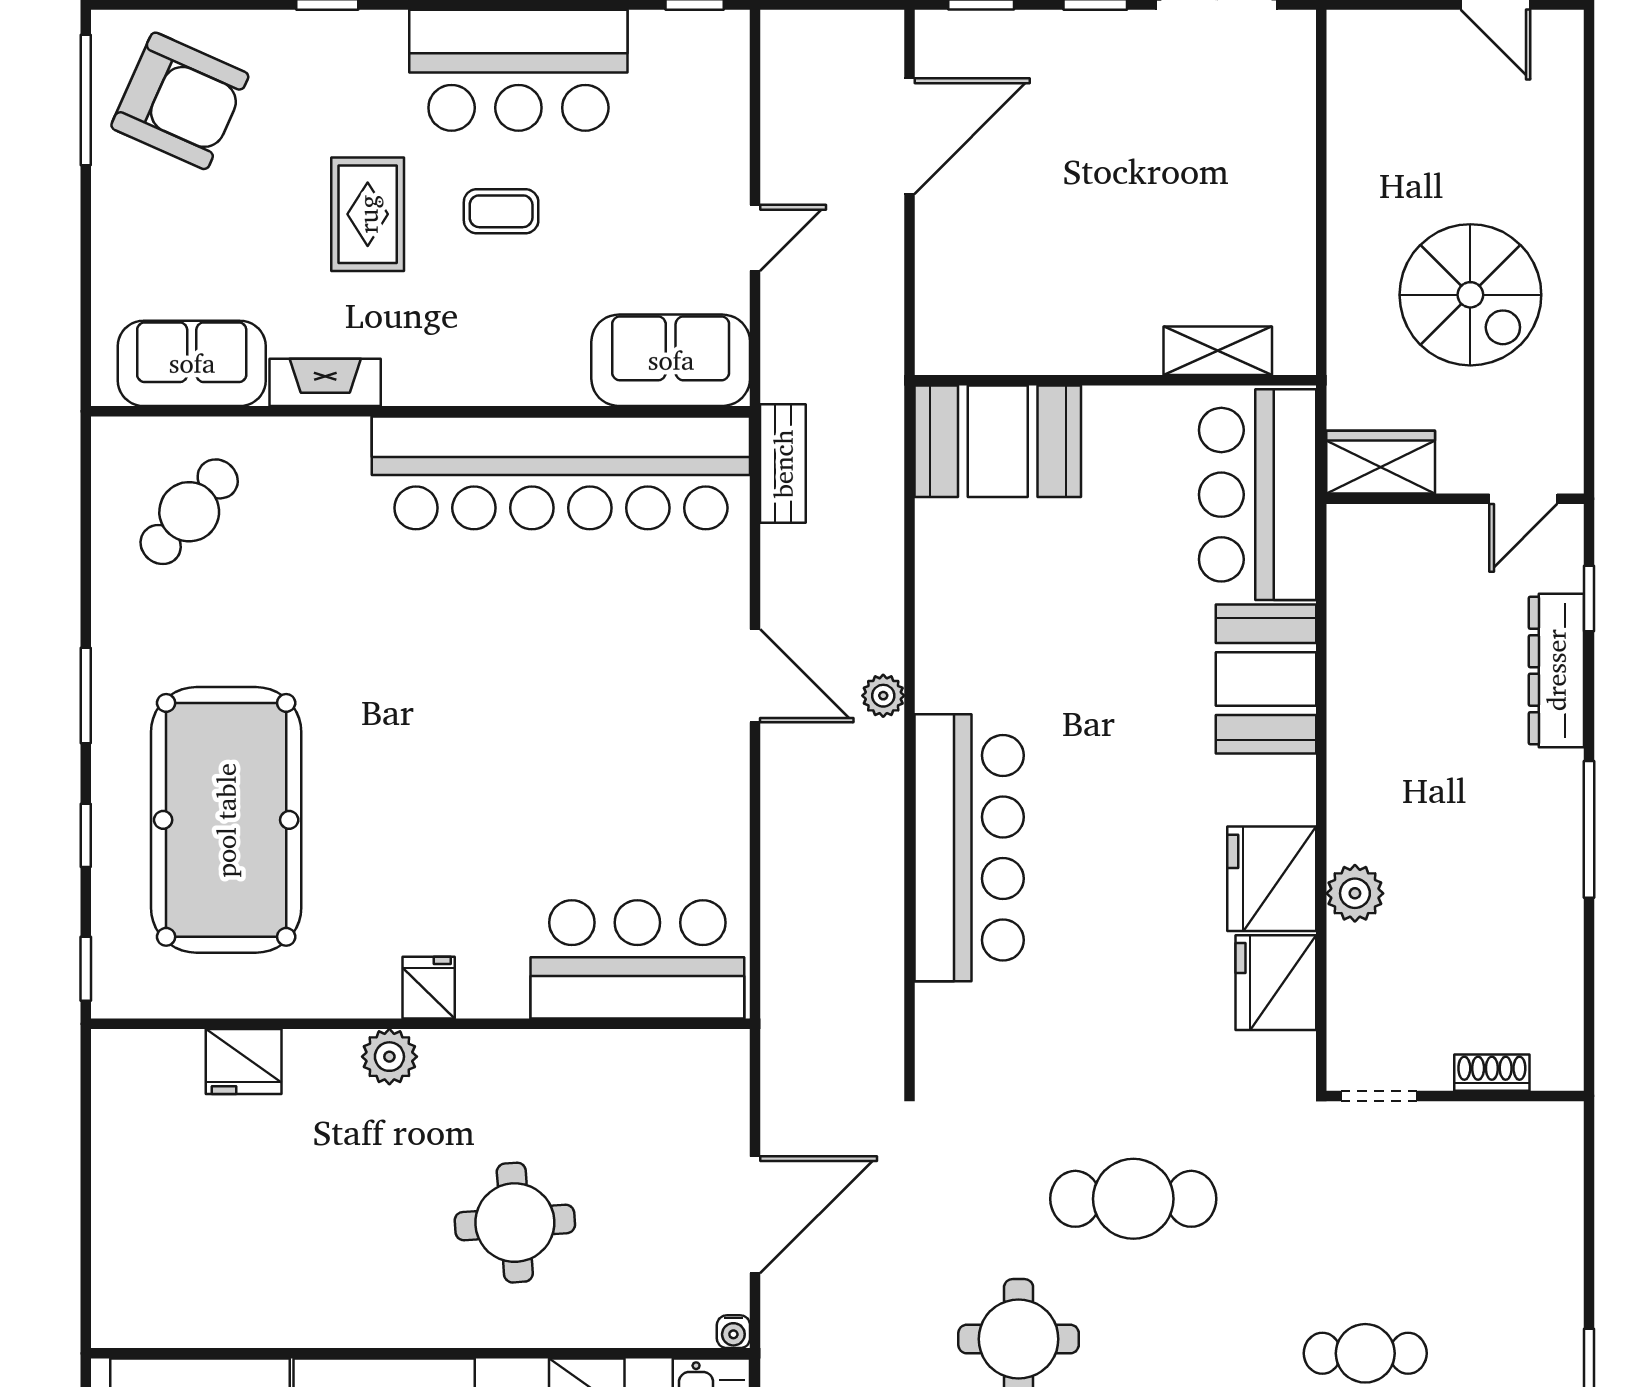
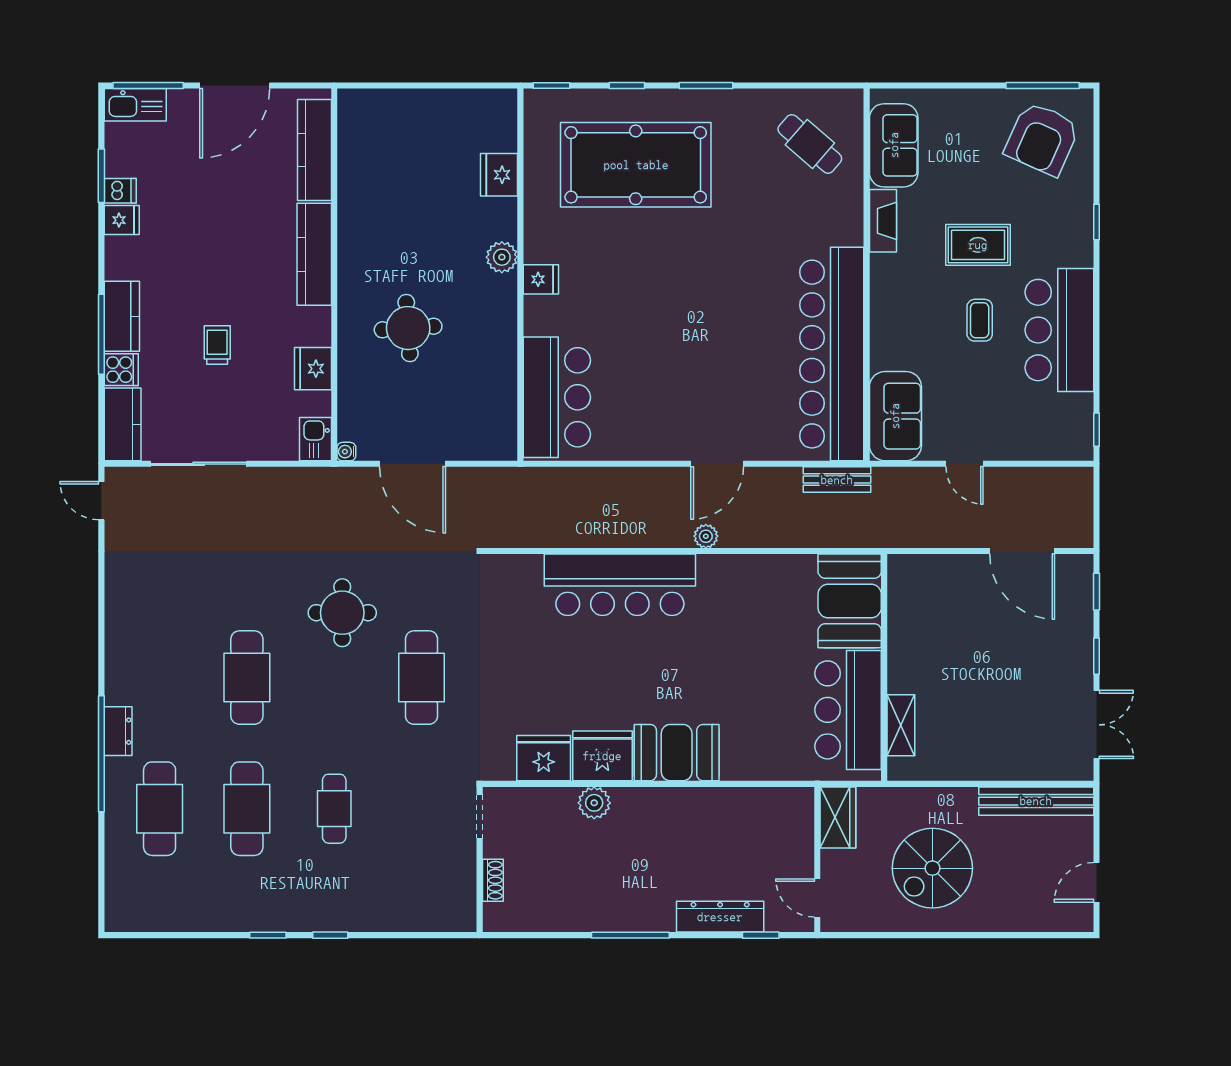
bench: (1352, 111) -> (1036, 801), added
bar counter: (1258, 495) -> (848, 710), moved, turned -90
booth: (1266, 679) -> (677, 753), moved

